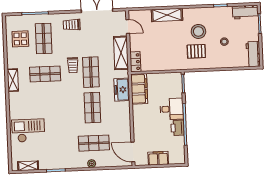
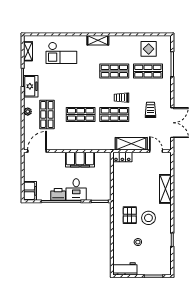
workbench: (245, 12) -> (165, 263), removed
trolley: (72, 25) -> (150, 110), moved
door: (128, 26) -> (156, 151), swing flipped
shop shelf: (45, 74) -> (114, 71), turned 90
shelving: (13, 80) -> (98, 40), moved
filing cabinet: (139, 89) -> (80, 160), moved
freezer: (122, 90) -> (31, 86), moved, turned 90
checkout: (28, 131) -> (61, 53), turned 90
filing cabinet: (158, 158) -> (30, 191), moved

